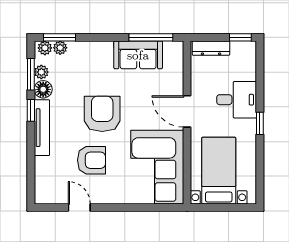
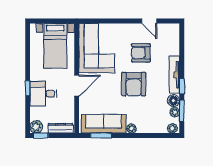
window: (59, 37) -> (163, 135), removed
window: (151, 37) -> (101, 135), width x0.69
plant: (60, 48) -> (131, 129), moved
plant: (247, 50) -> (36, 127), added
sofa: (138, 55) -> (104, 124), width x1.36
door: (187, 111) -> (77, 86), hinge flipped
window: (260, 123) -> (28, 88), moved

